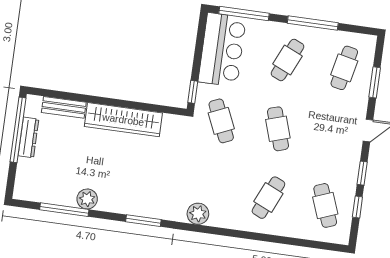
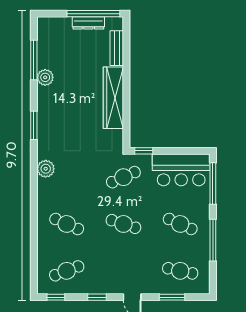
cafe table: (278, 129) -> (123, 224), turned 36
window: (357, 207) -> (56, 297), moved

